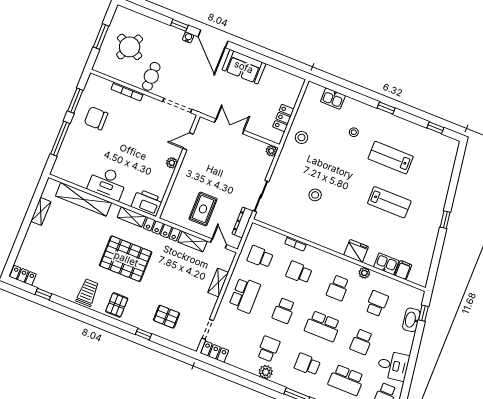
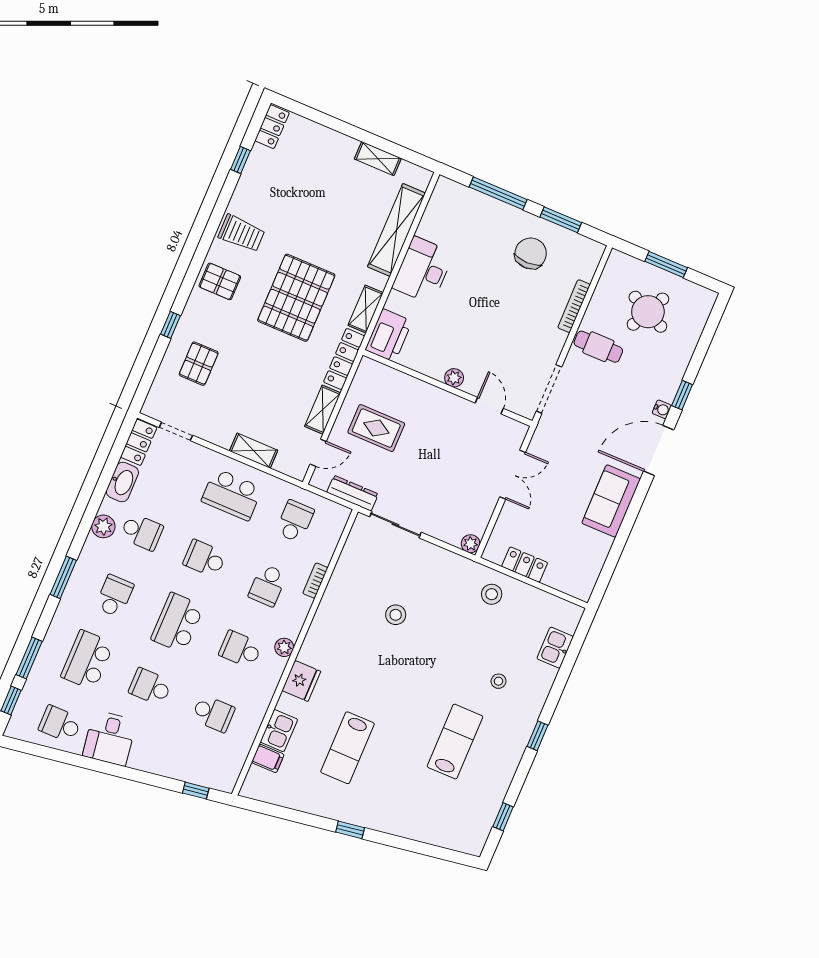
lab bench: (389, 202) -> (348, 748), moved
school desk: (299, 272) -> (268, 585), turned 180
plant: (364, 273) -> (284, 647), moved
washbasin: (411, 320) -> (122, 482), moved, turned 99

